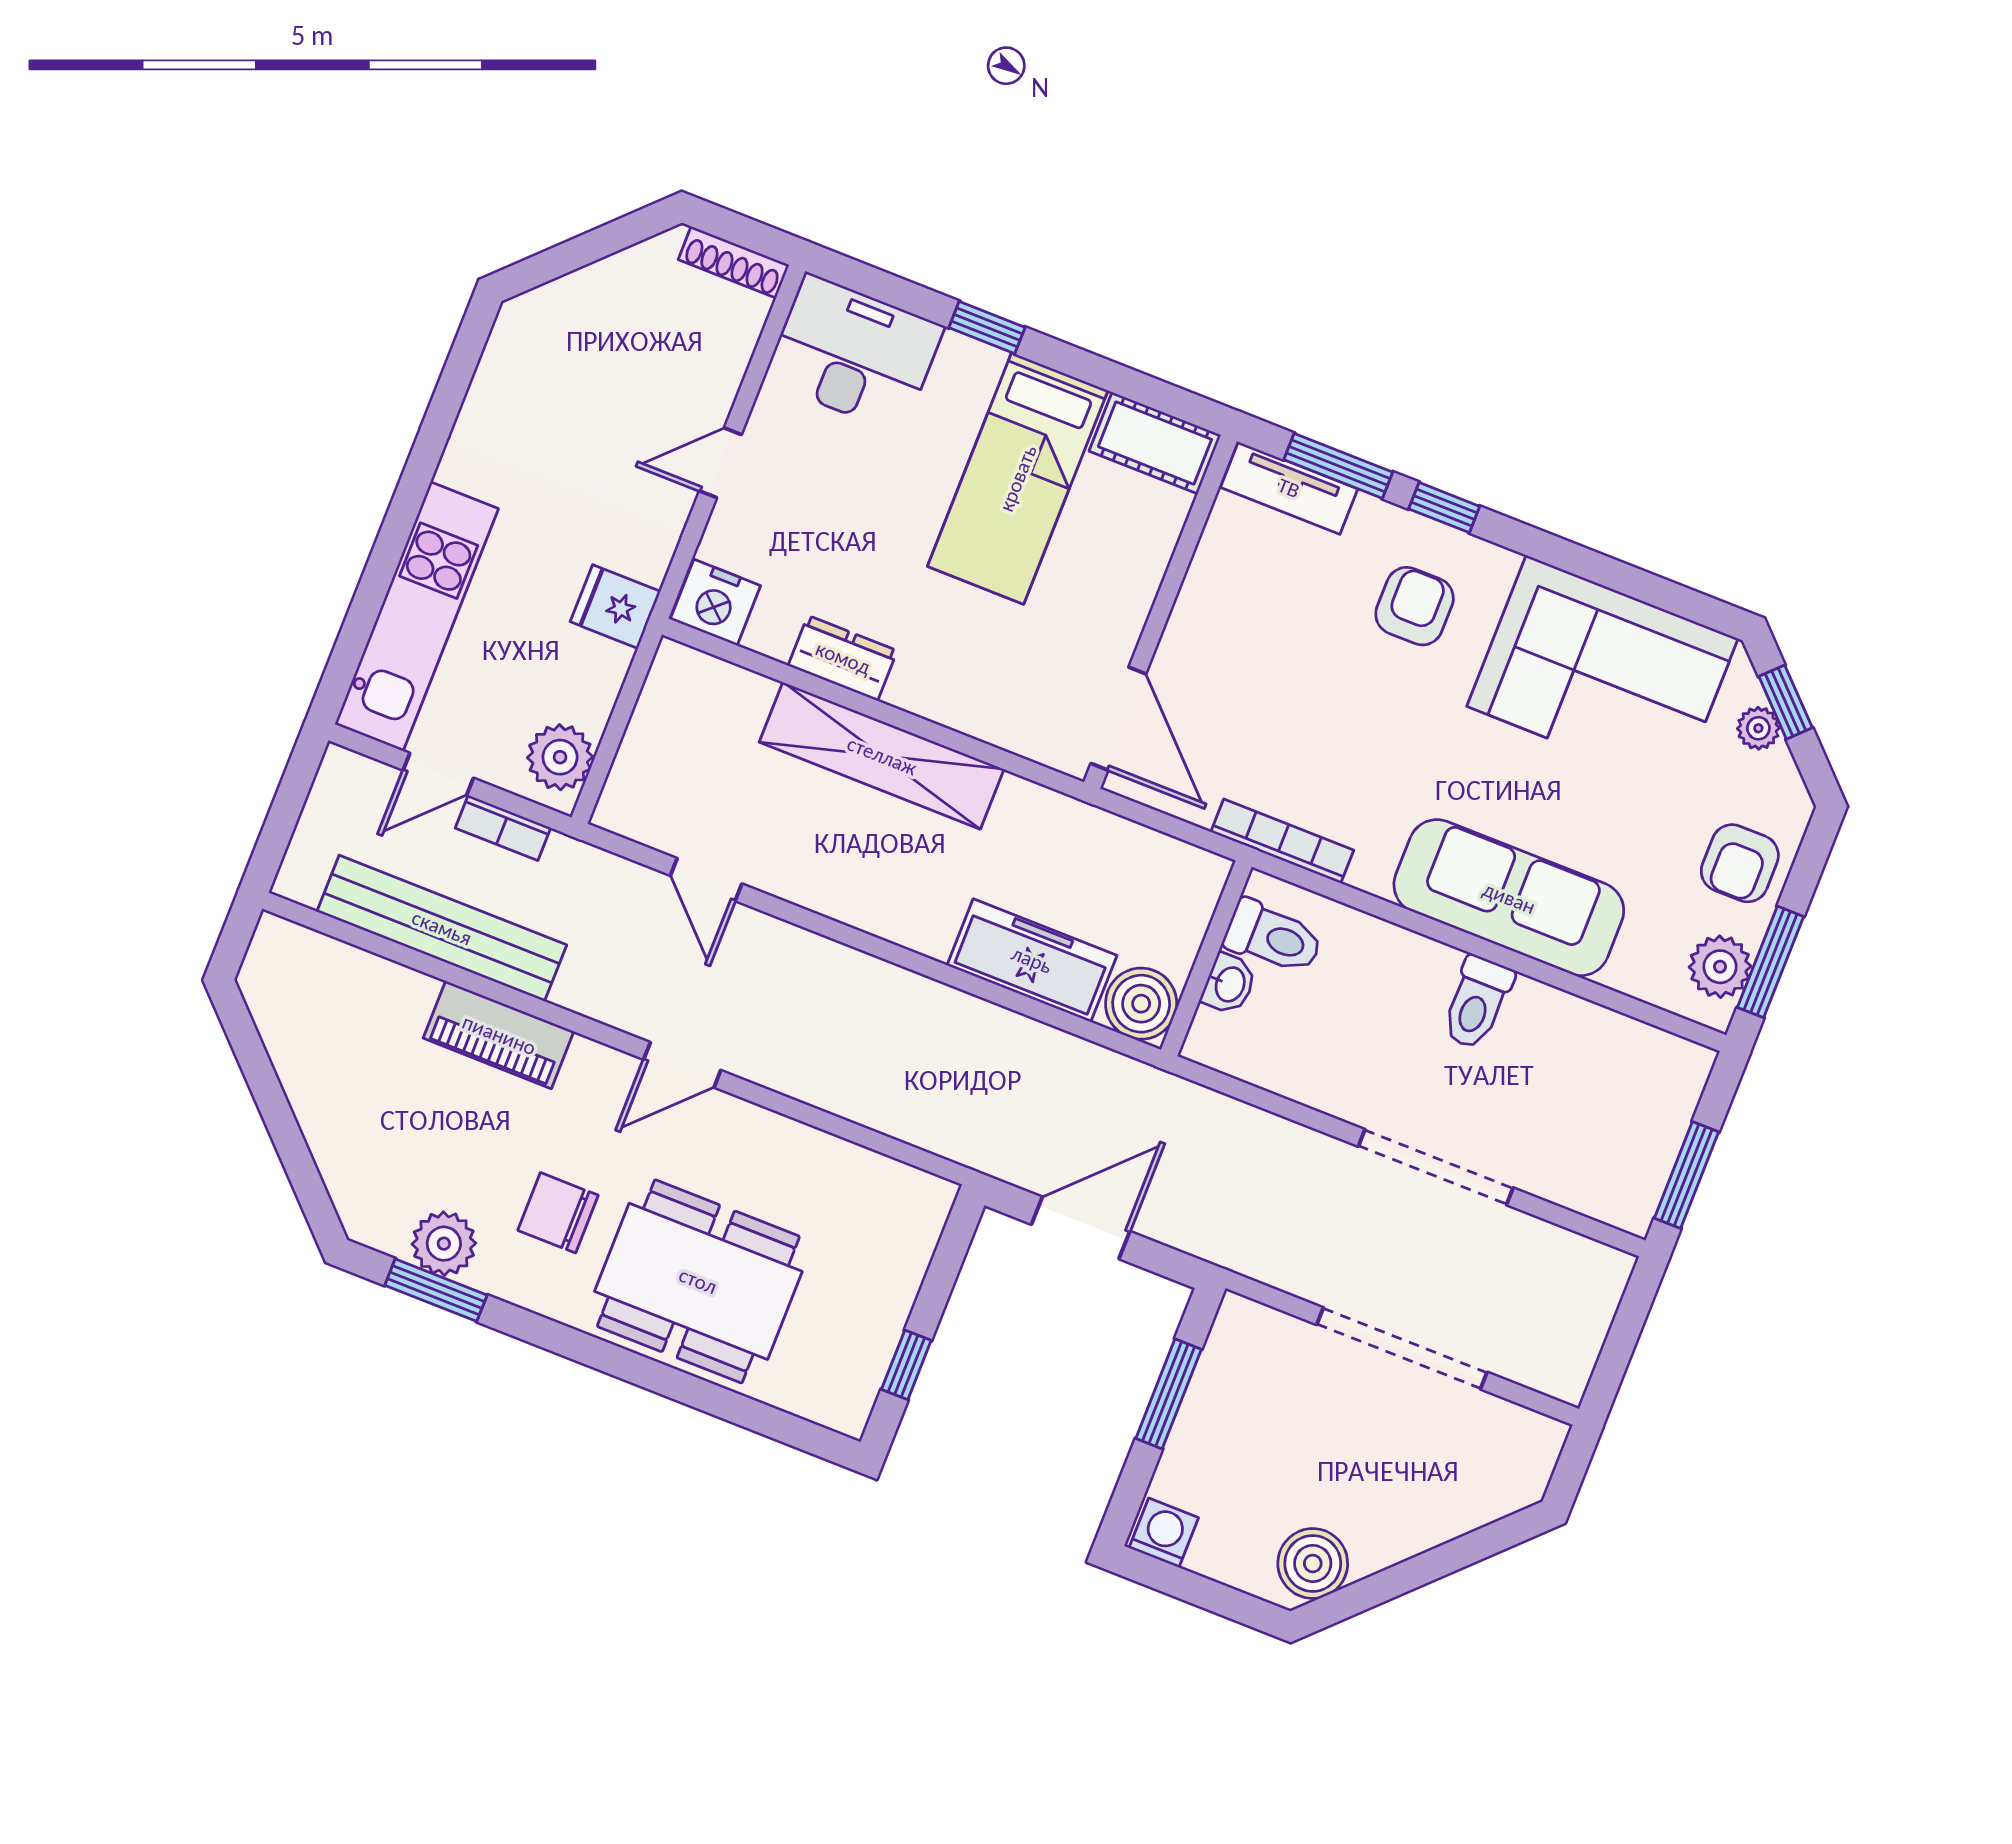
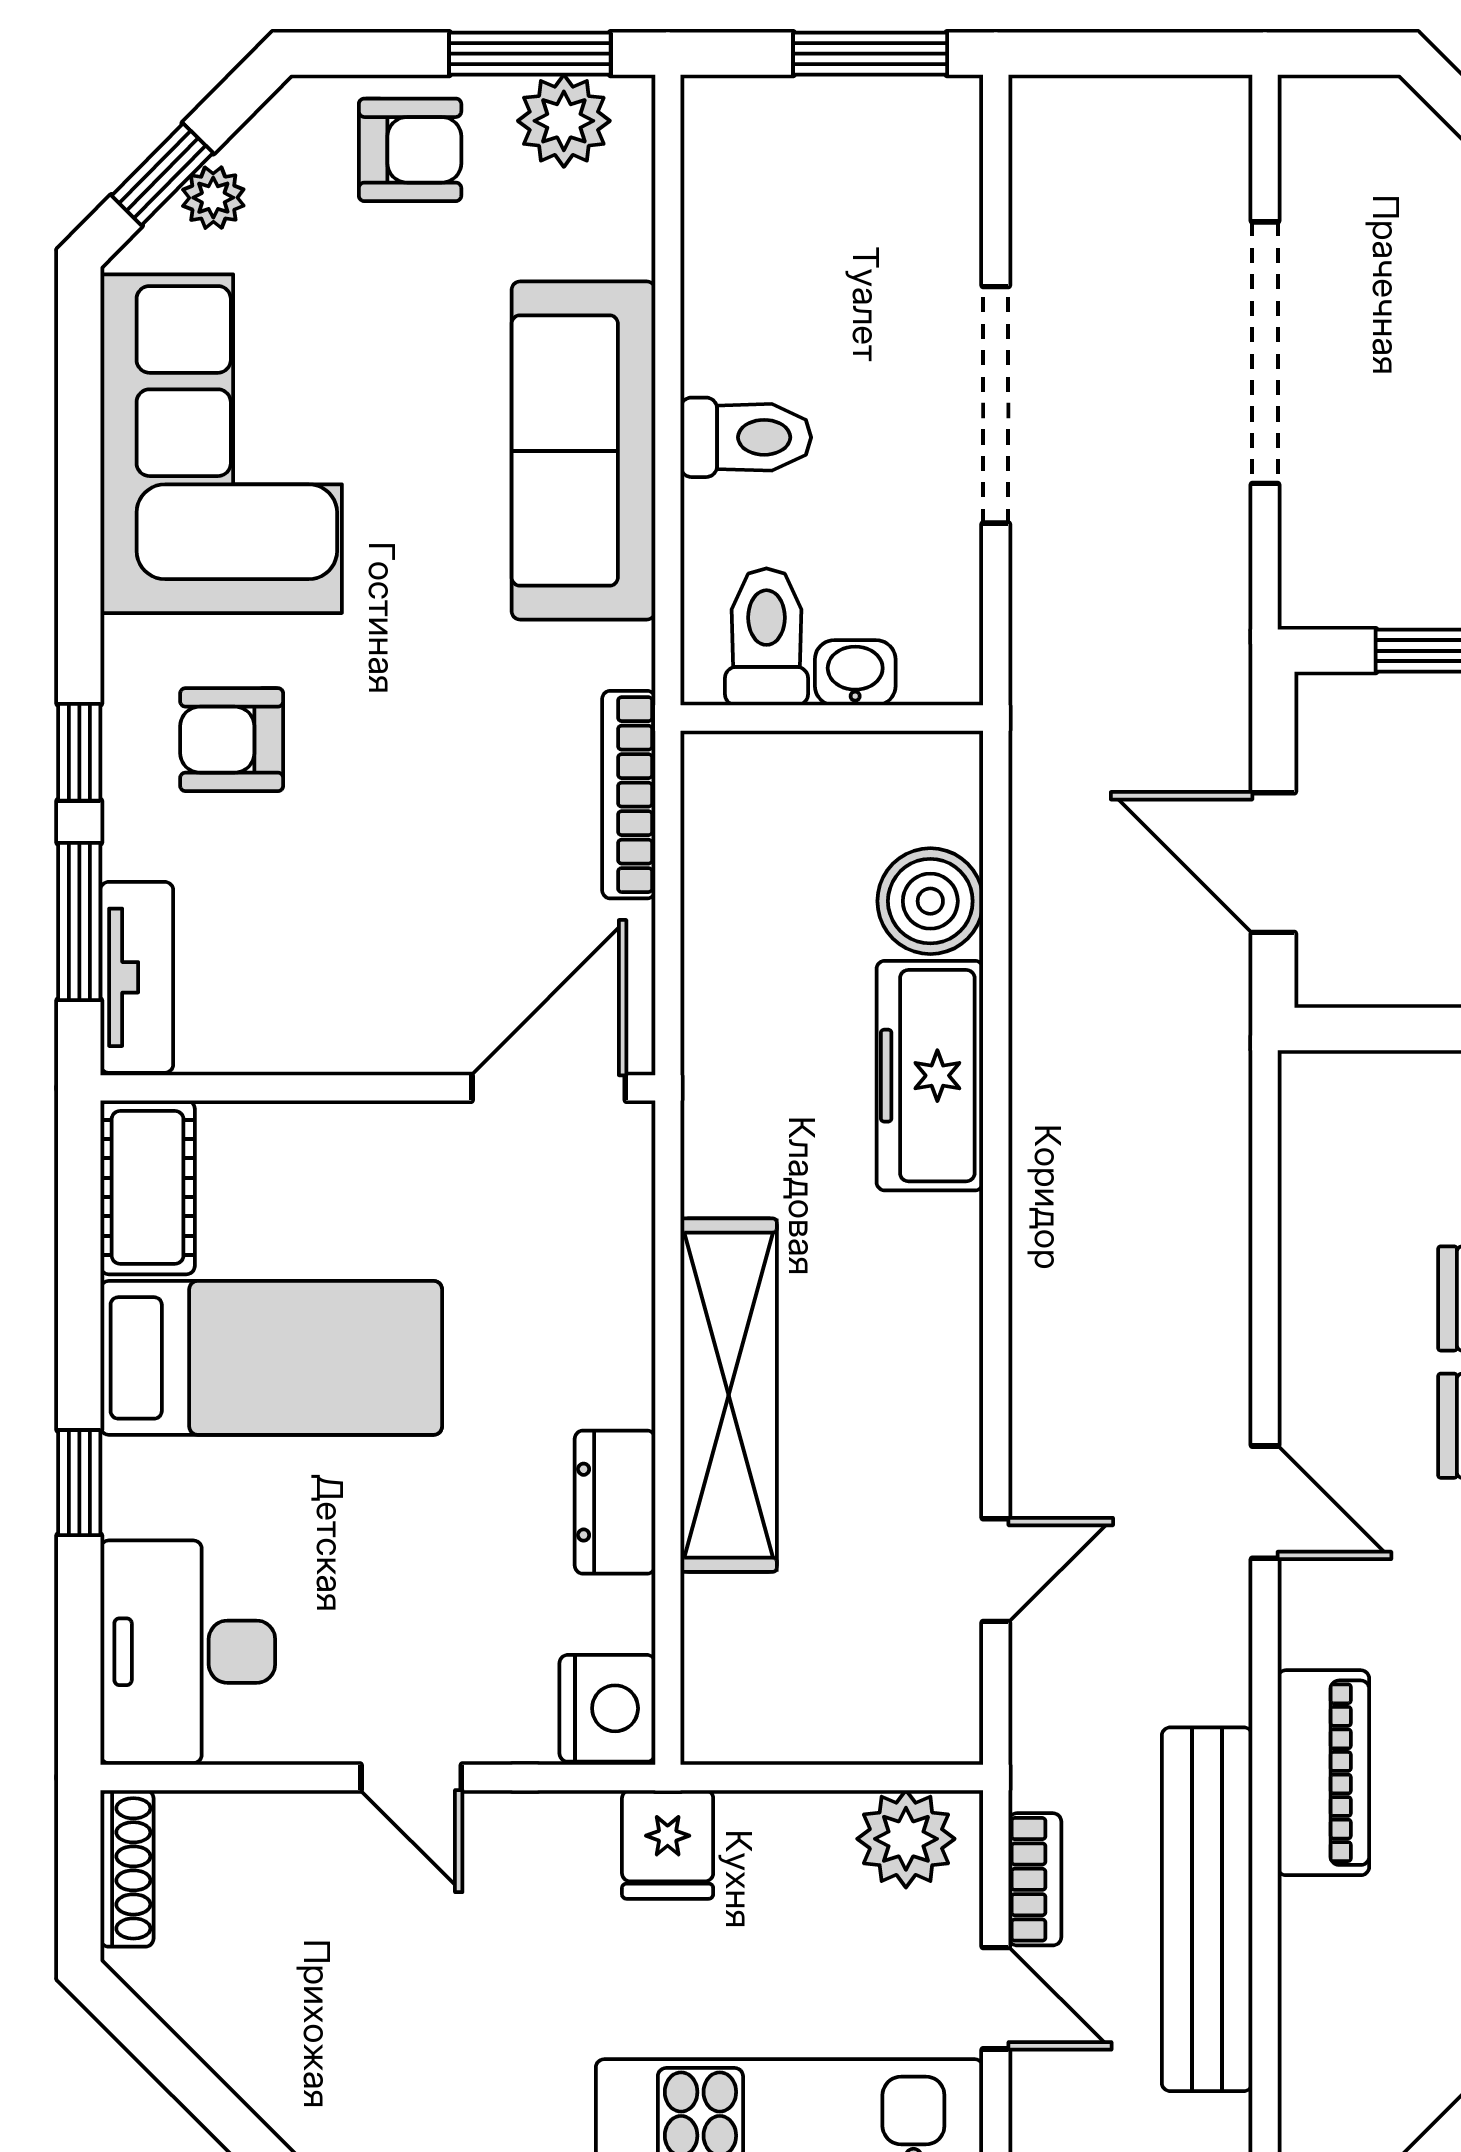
toilet: (1273, 937) -> (766, 637), moved
wall: (1206, 958) -> (832, 718), moved
washbasin: (1229, 984) -> (855, 673), moved

